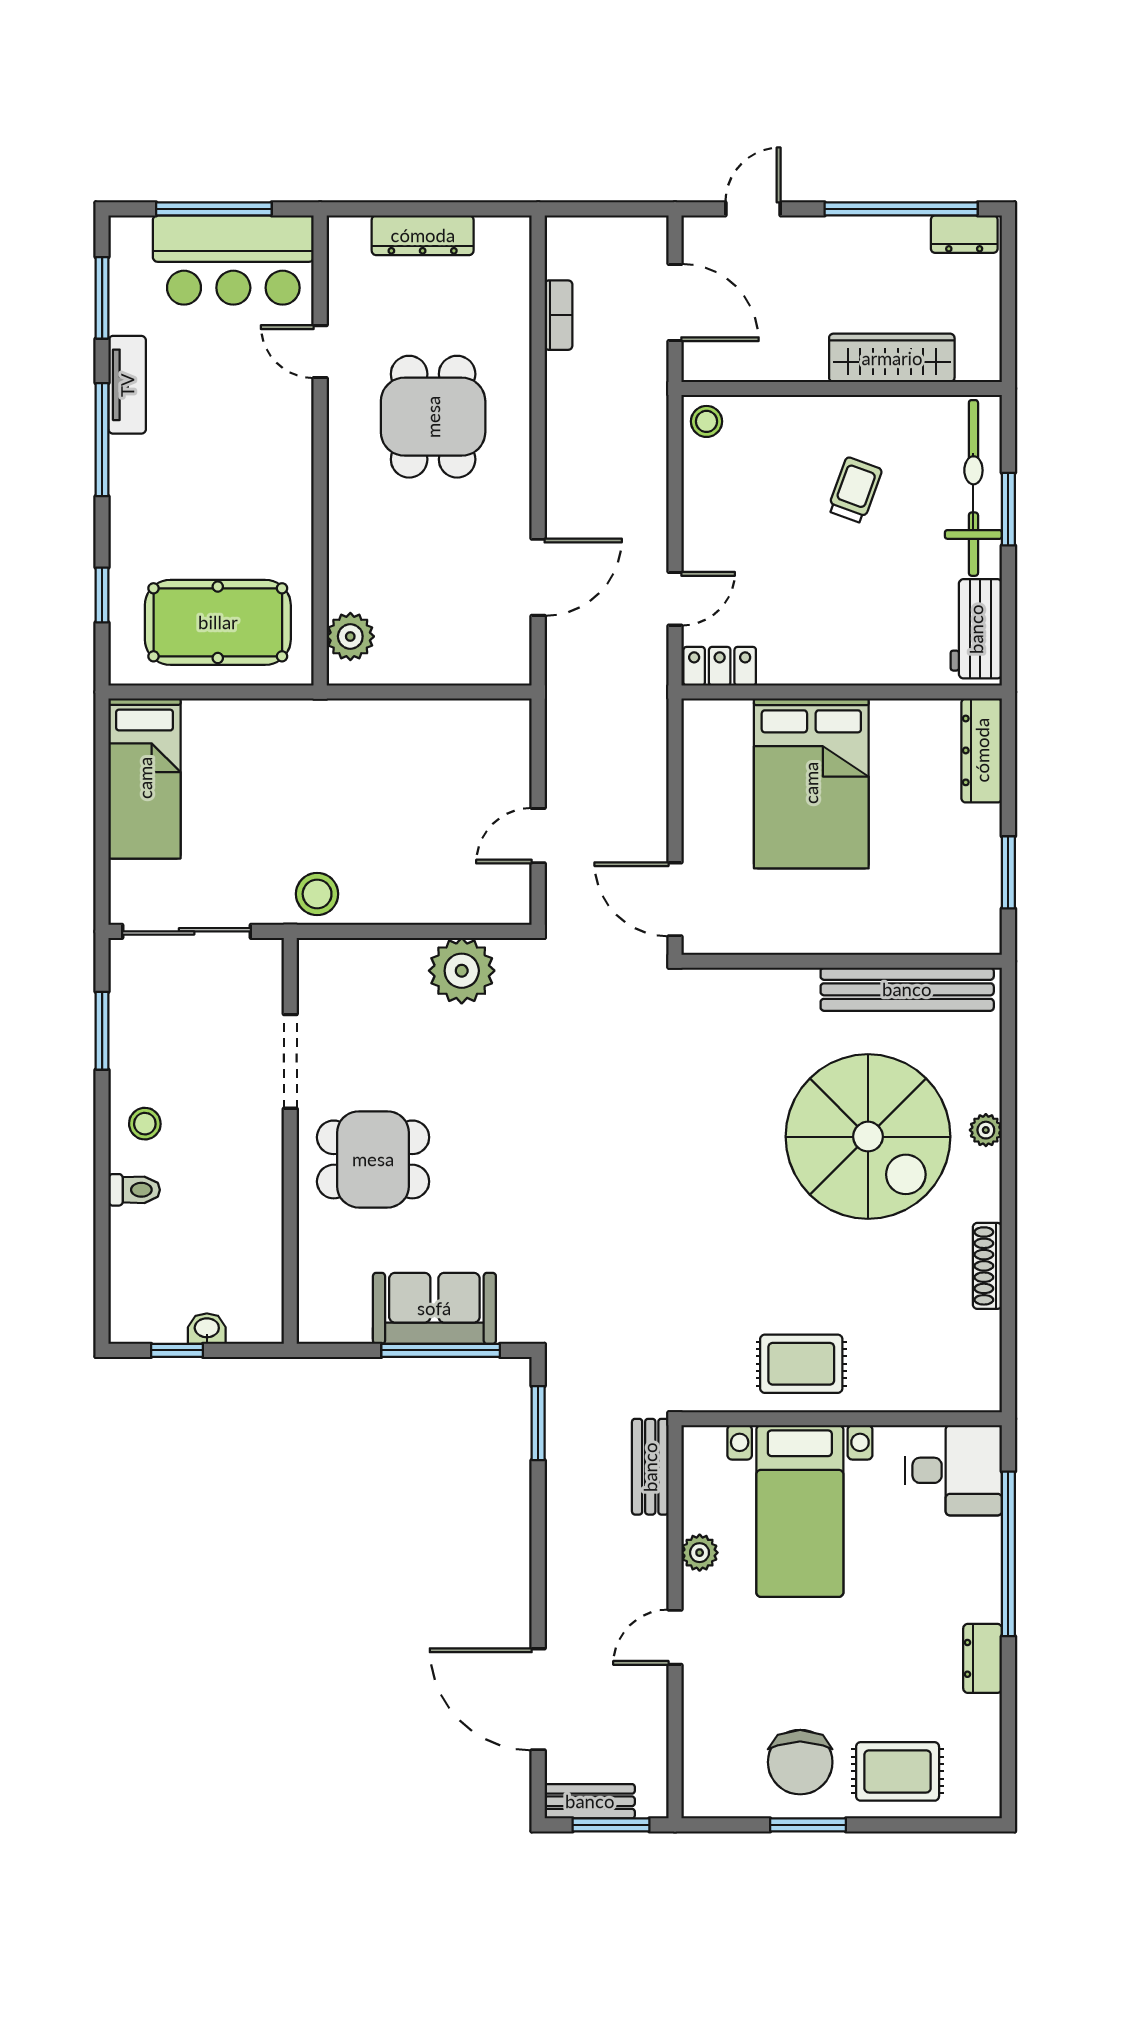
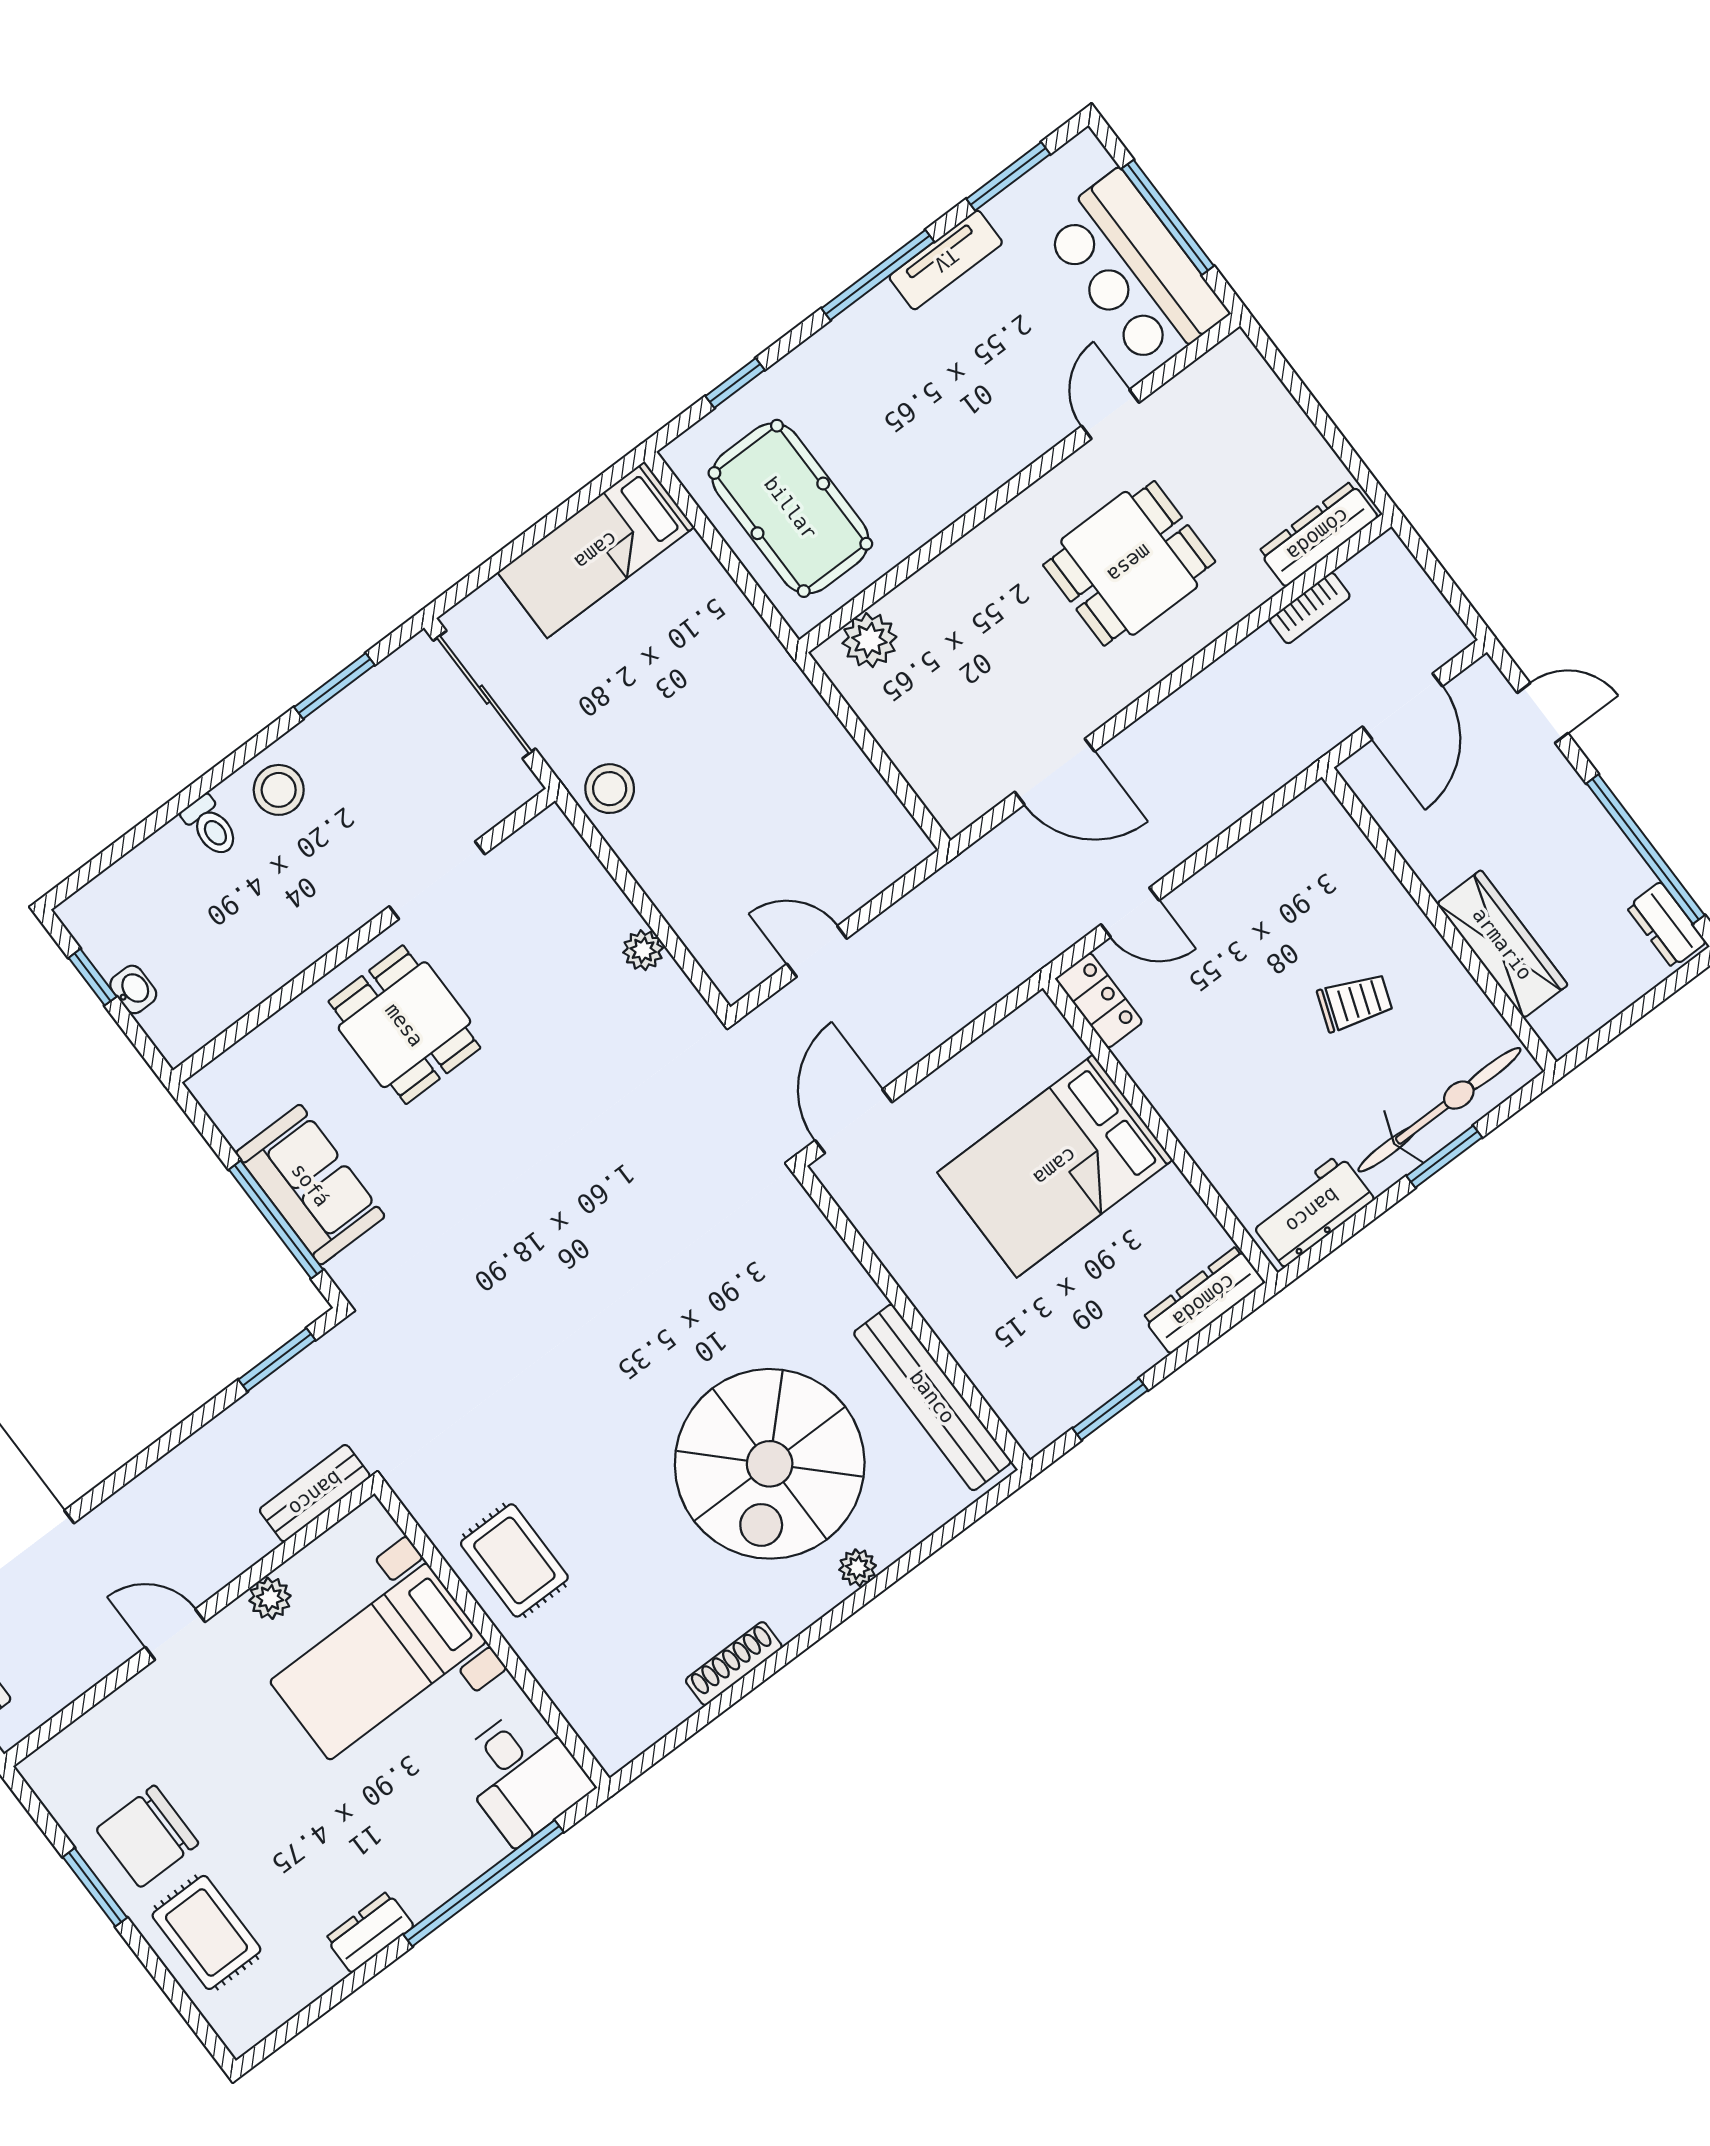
dresser: (423, 235) -> (1318, 534), moved, turned 90
stool: (707, 421) -> (1315, 818), removed
plant: (462, 971) -> (643, 950), width x0.53, depth x0.53
stool: (145, 1124) -> (279, 790), width x1.37, depth x1.37

